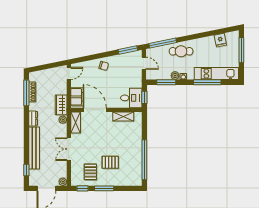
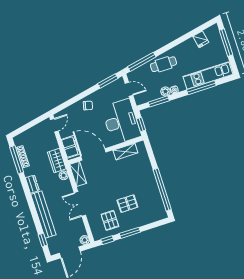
desk: (131, 98) -> (121, 122), width x1.87, depth x1.30

